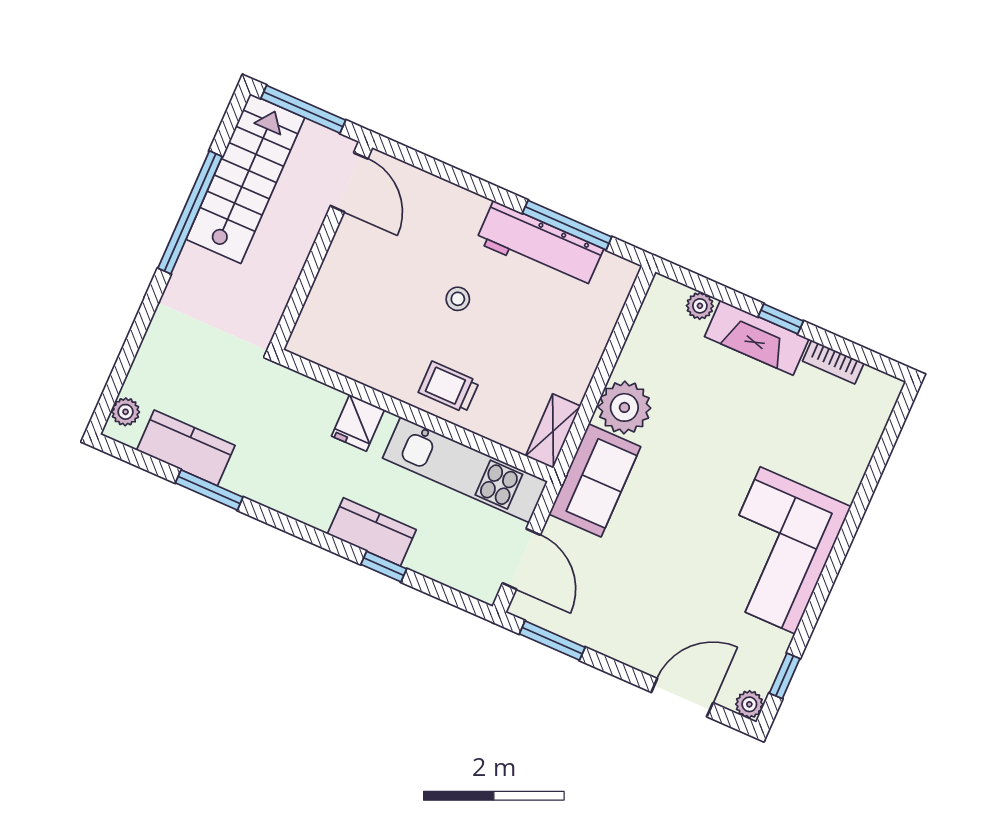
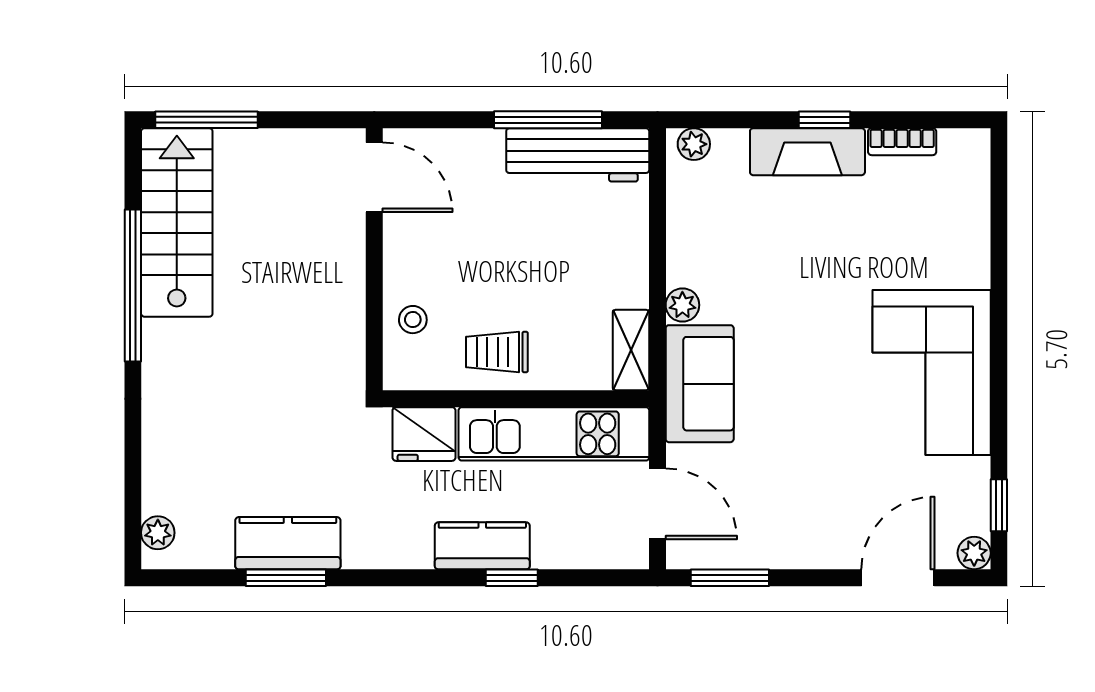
door: (349, 182) -> (374, 177), moved
workbench: (540, 245) -> (578, 155), moved
wall: (321, 246) -> (374, 259), moved
stool: (458, 299) -> (413, 320), moved
plant: (700, 306) -> (694, 144), moved
plant: (624, 407) -> (682, 305), width x0.53, depth x0.53
fridge: (358, 423) -> (424, 434), width x1.38
kitchen counter: (186, 448) -> (288, 543), moved

